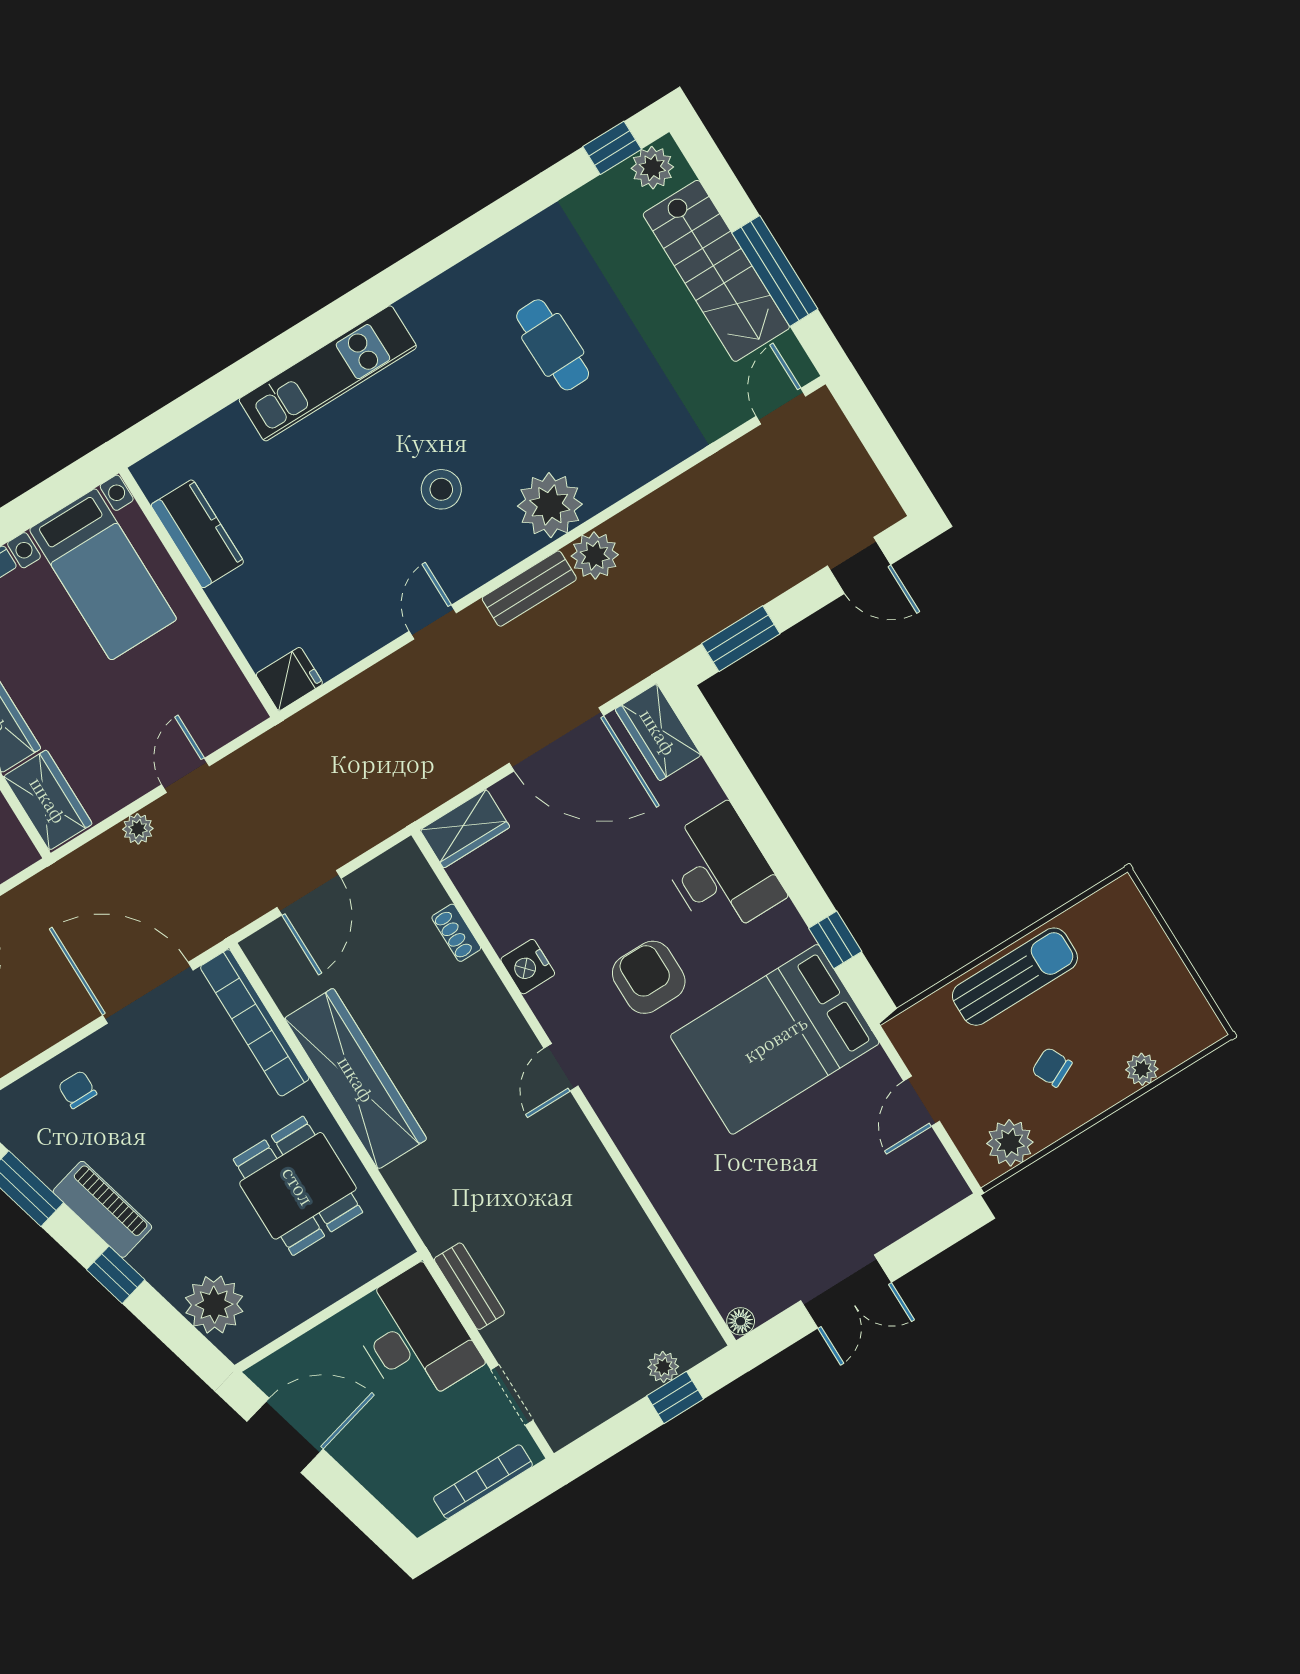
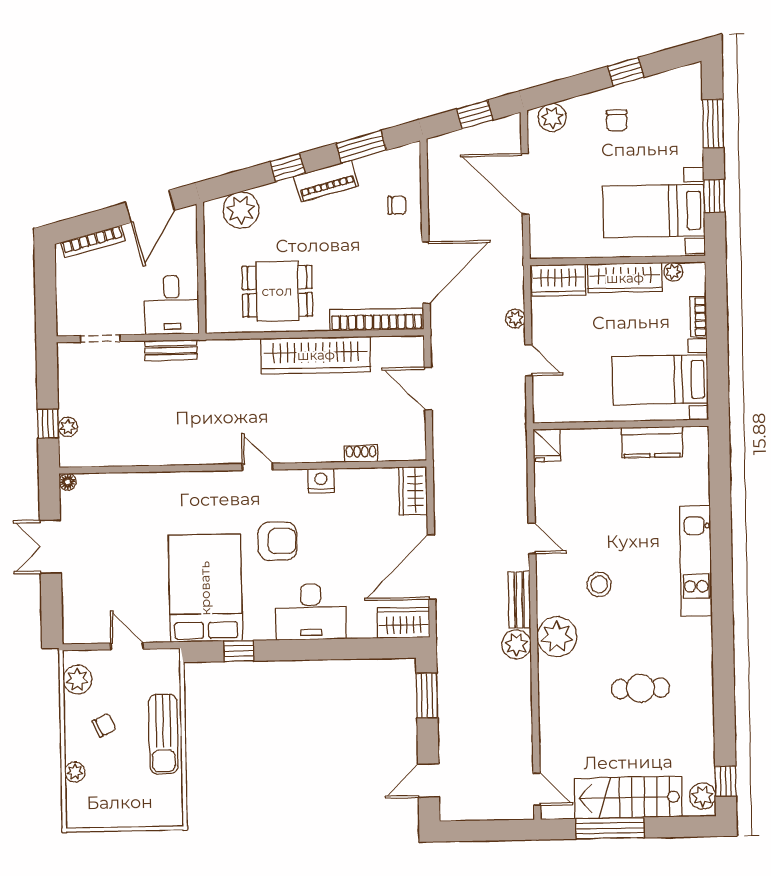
desk: (414, 1337) -> (172, 305), width x0.73
bookcase: (483, 1482) -> (93, 241), moved, turned 75

